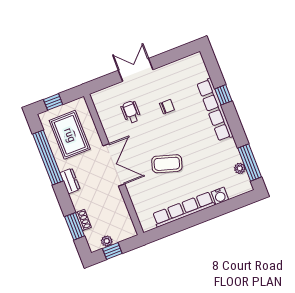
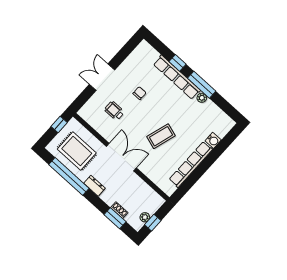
window: (53, 102) -> (59, 124), moved
window: (250, 162) -> (202, 85), moved
plant: (240, 168) -> (202, 98), moved

